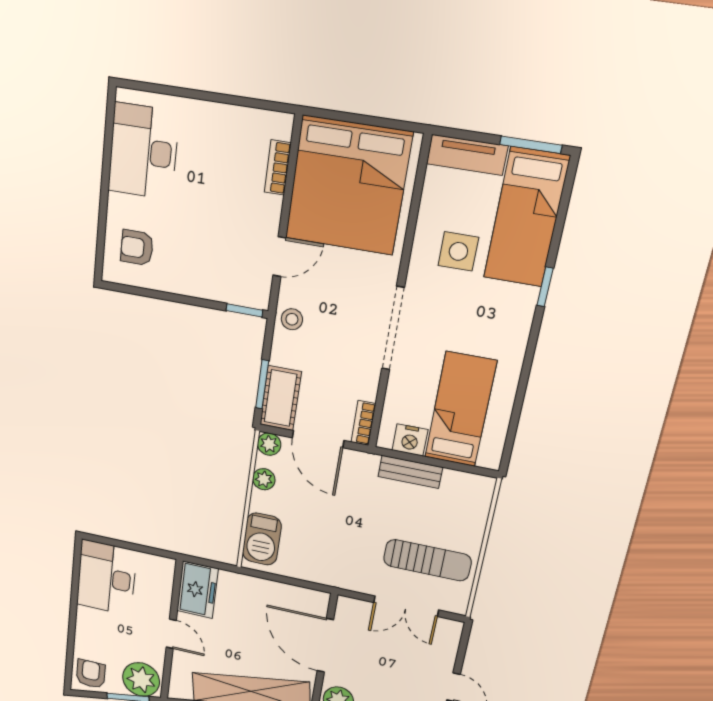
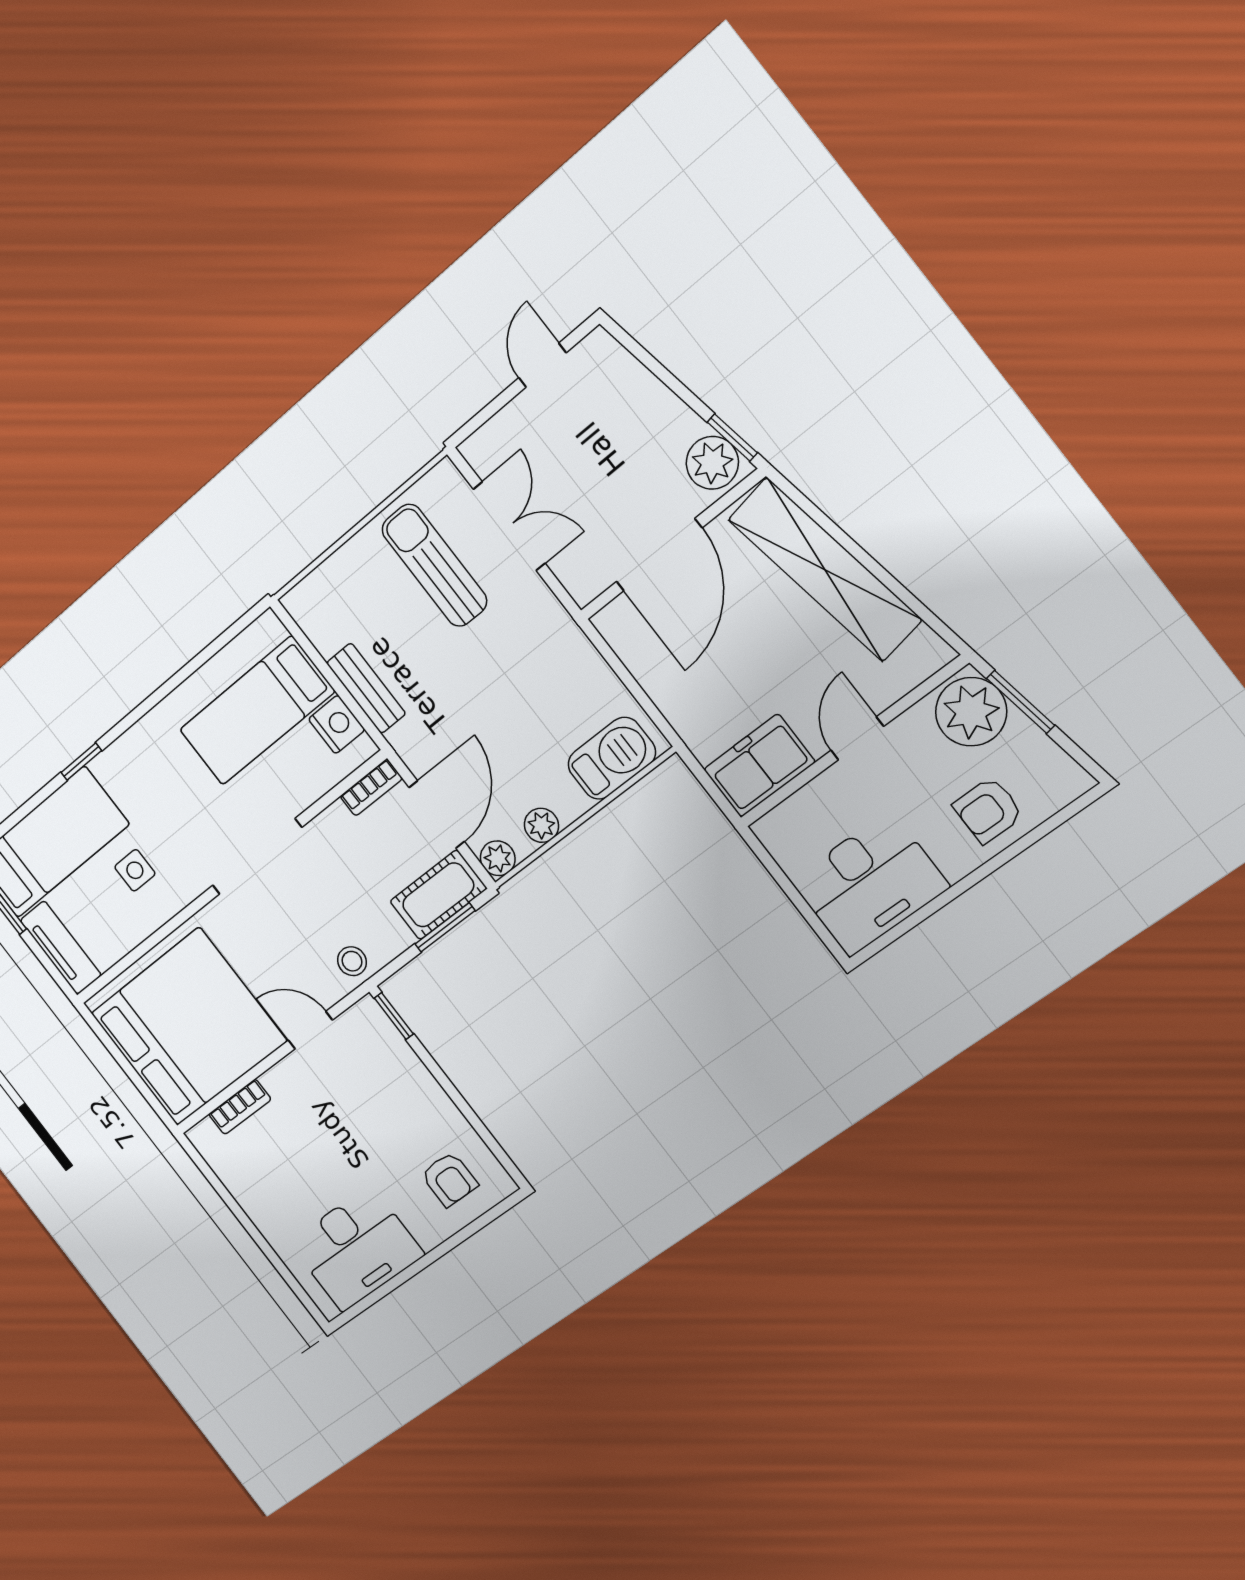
side table: (458, 251) -> (135, 870), width x0.73, depth x0.73
armchair: (91, 674) -> (988, 810), moved

